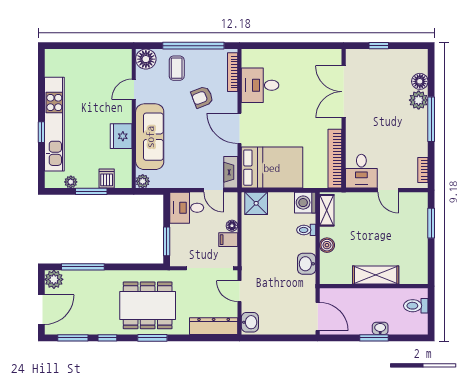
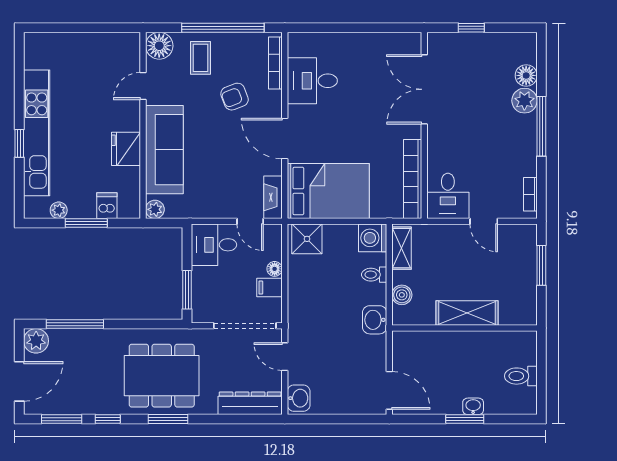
shelving: (376, 275) -> (467, 313), moved
wall: (374, 286) -> (464, 328), moved

